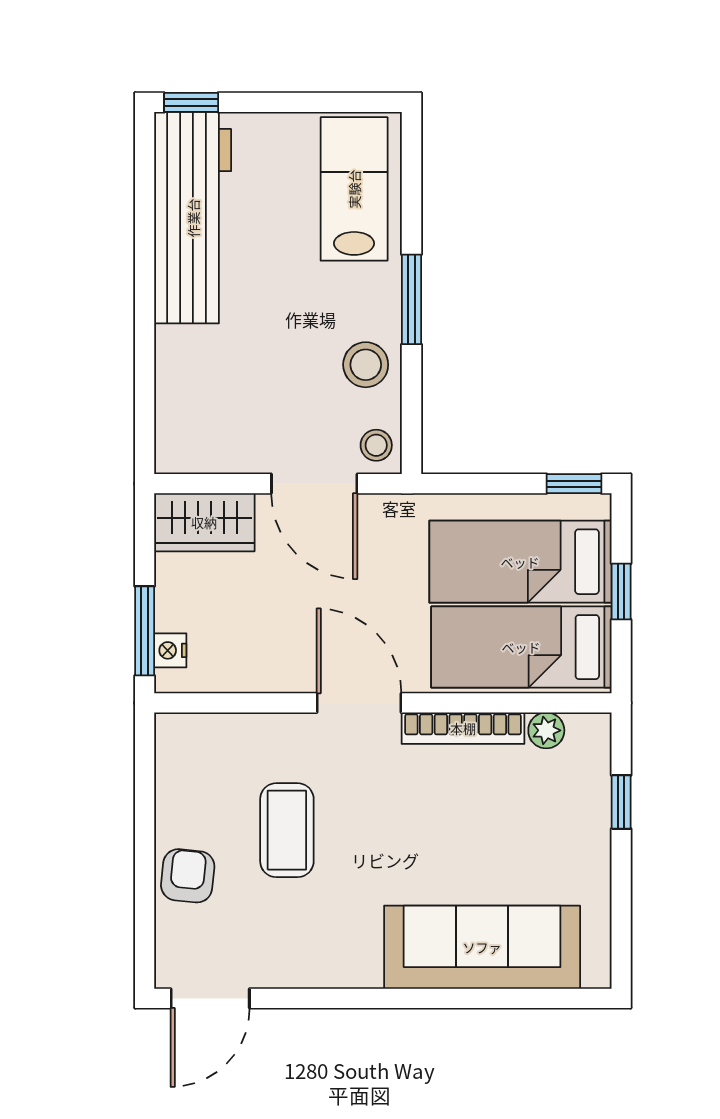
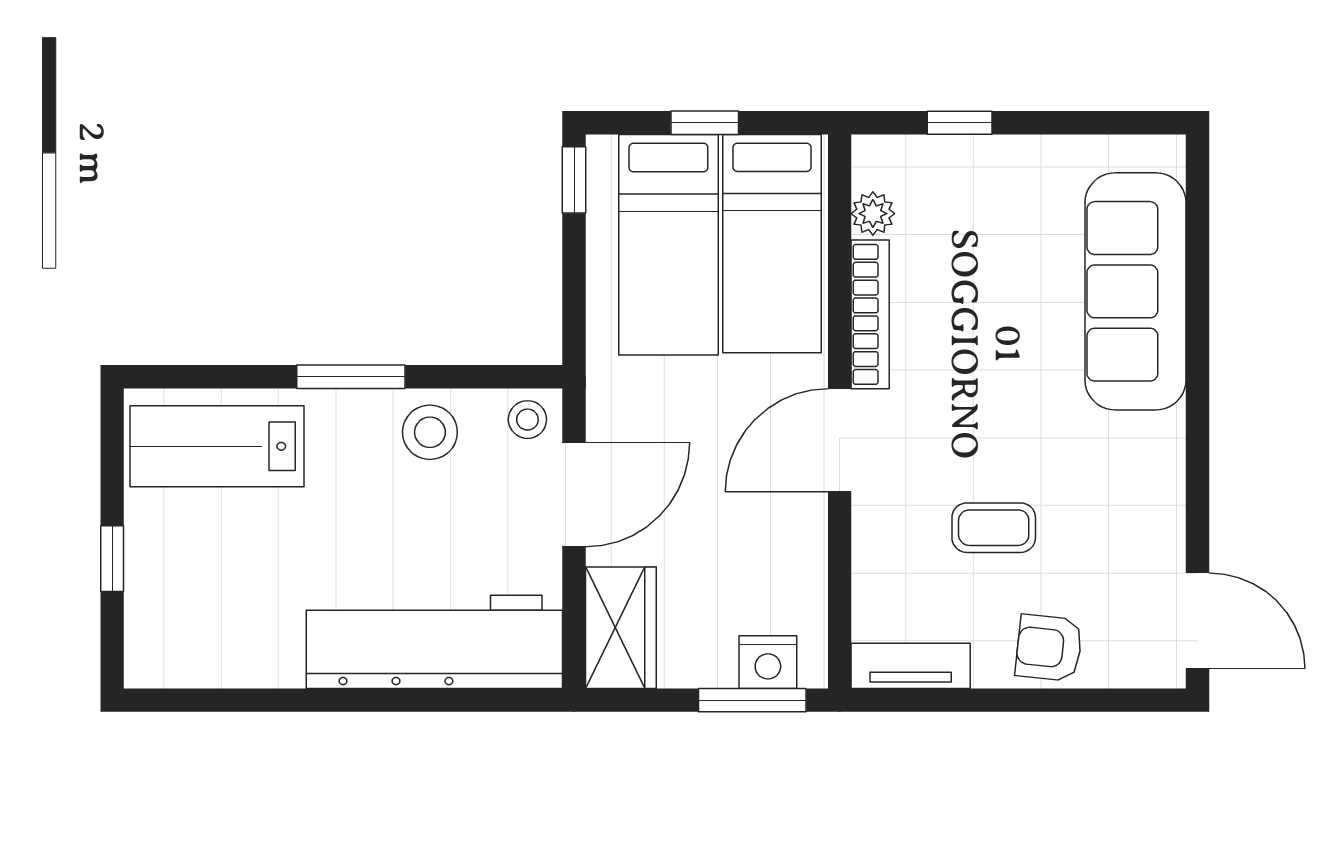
window: (191, 102) -> (112, 559), moved
workbench: (193, 218) -> (434, 642), moved
nightstand: (170, 650) -> (768, 662), width x1.39, depth x1.35
tv unit: (173, 762) -> (911, 666), added
coffee table: (287, 830) -> (994, 528), width x0.73, depth x0.77

